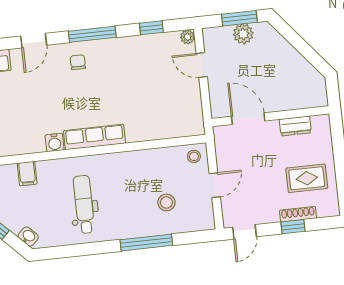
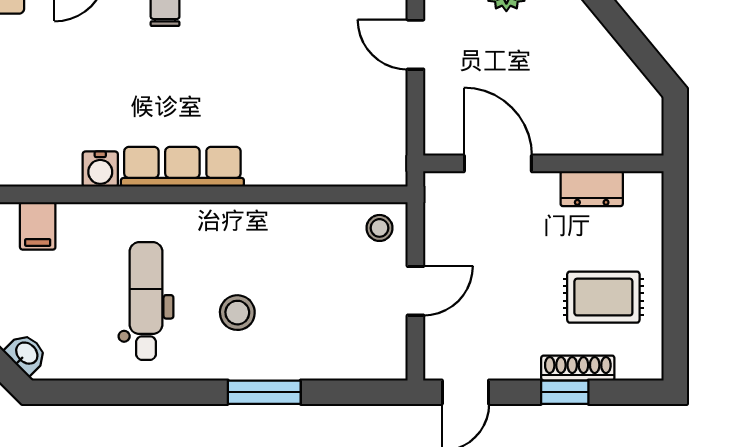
stool: (166, 202) -> (237, 313), moved
window: (146, 243) -> (264, 392), width x0.69

